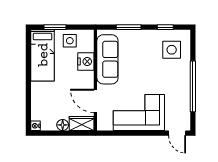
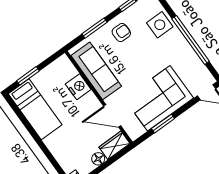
side table: (70, 41) -> (50, 78), removed
armchair: (146, 44) -> (121, 32), added
side table: (172, 50) -> (160, 25), moved
window: (129, 133) -> (163, 124), added

